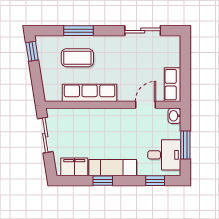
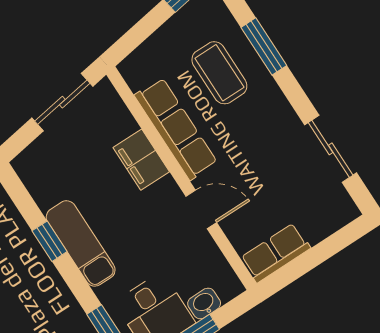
door: (145, 105) -> (201, 209), moved
washbasin: (174, 116) -> (204, 303), moved
filing cabinet: (74, 167) -> (141, 160), moved, turned 180

